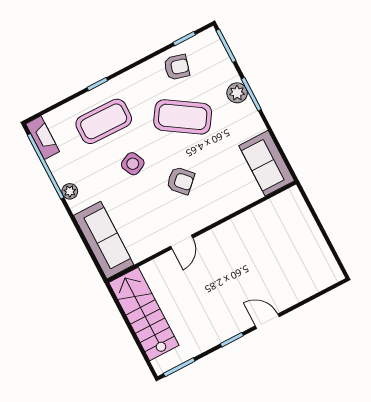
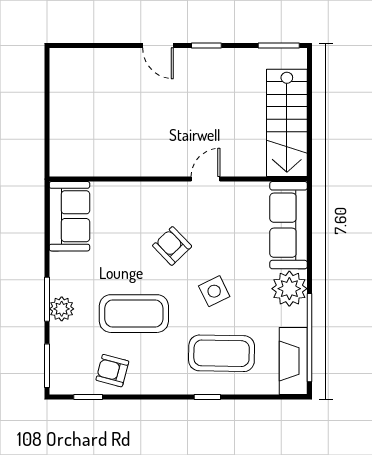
coffee table: (183, 117) -> (134, 314), turned -33
fireplace: (43, 138) -> (293, 361), width x1.37, depth x1.32
plant: (70, 191) -> (289, 289), width x1.88, depth x1.88

